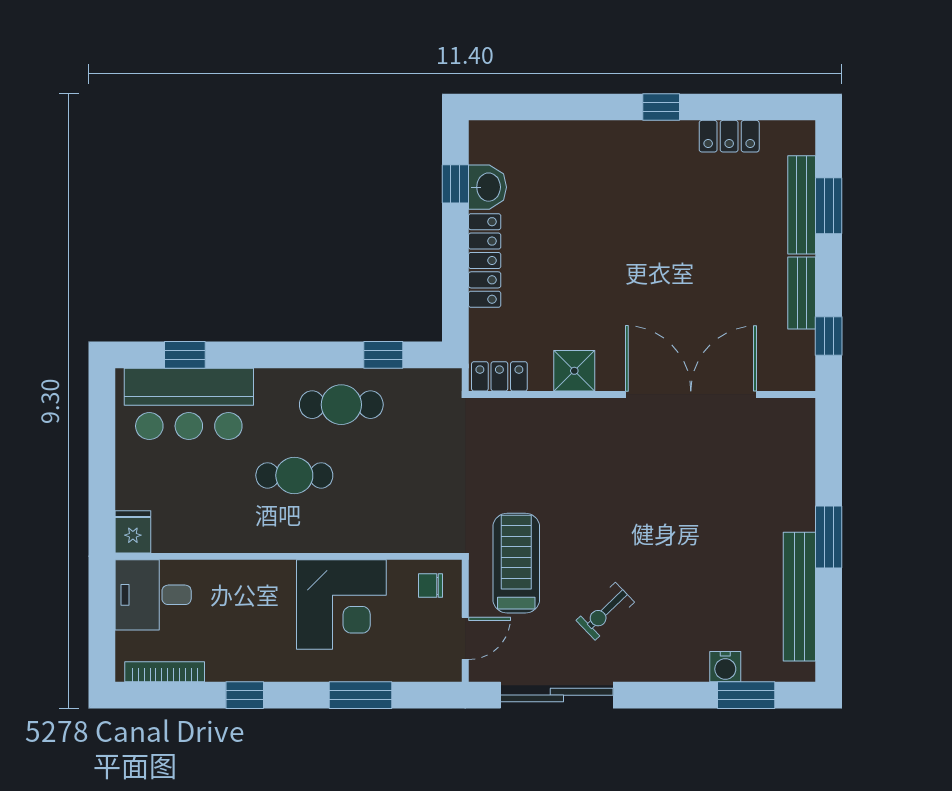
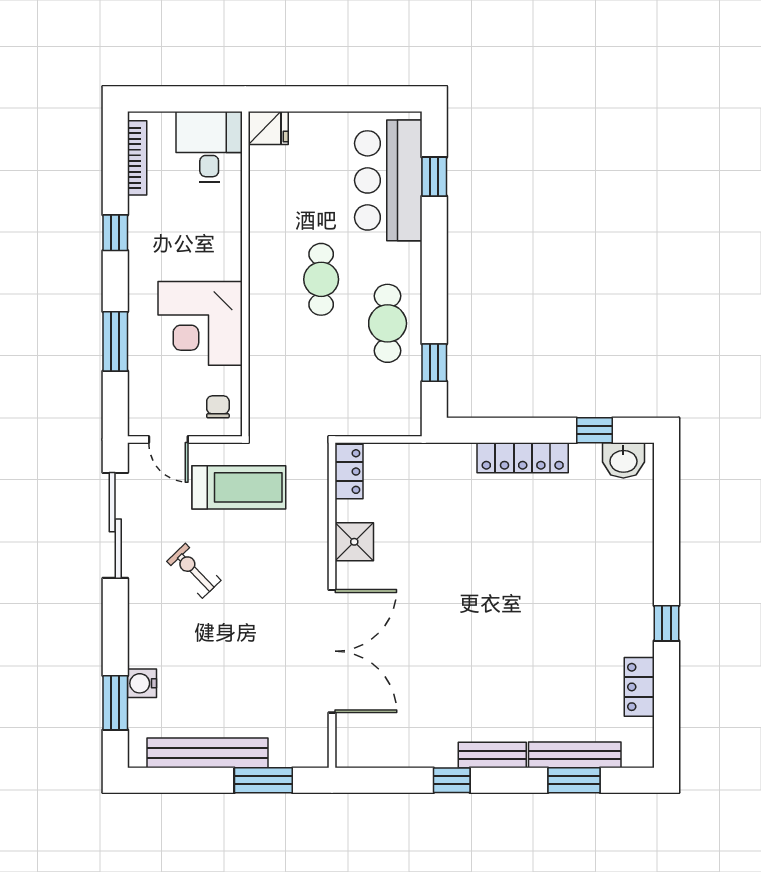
washbasin: (487, 187) -> (623, 460), moved
shower: (574, 371) -> (354, 542), moved
locker: (499, 376) -> (349, 472), moved
wall: (642, 394) -> (332, 605), moved
double door: (691, 394) -> (332, 651), moved

